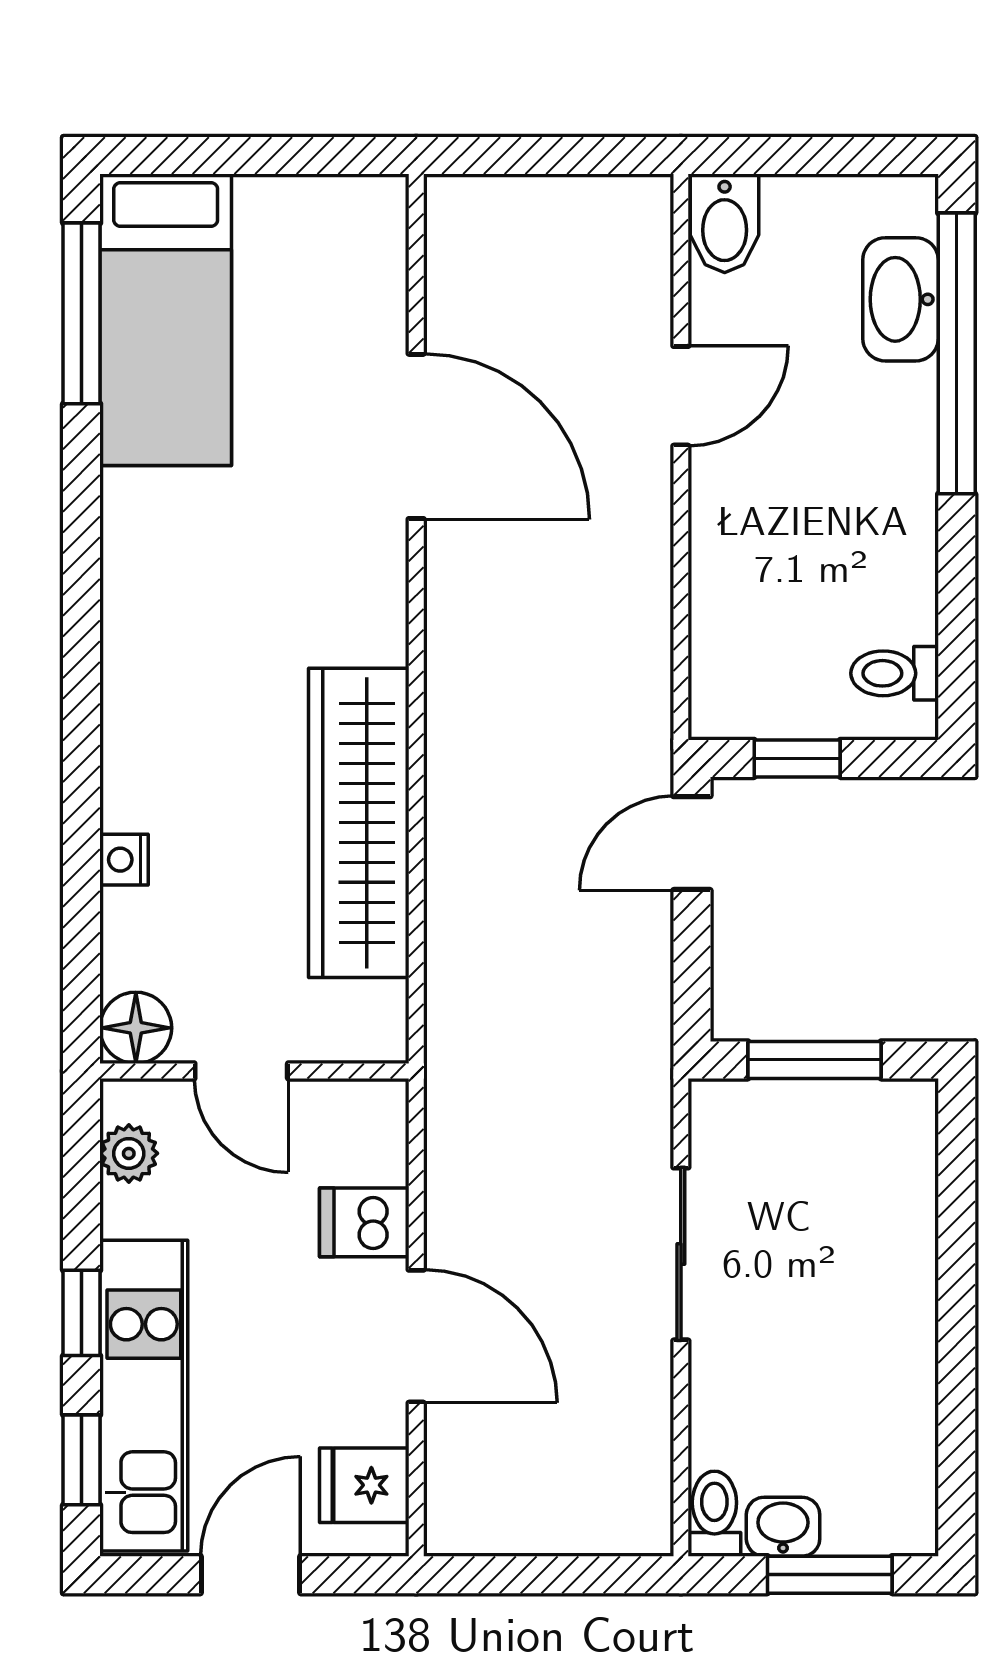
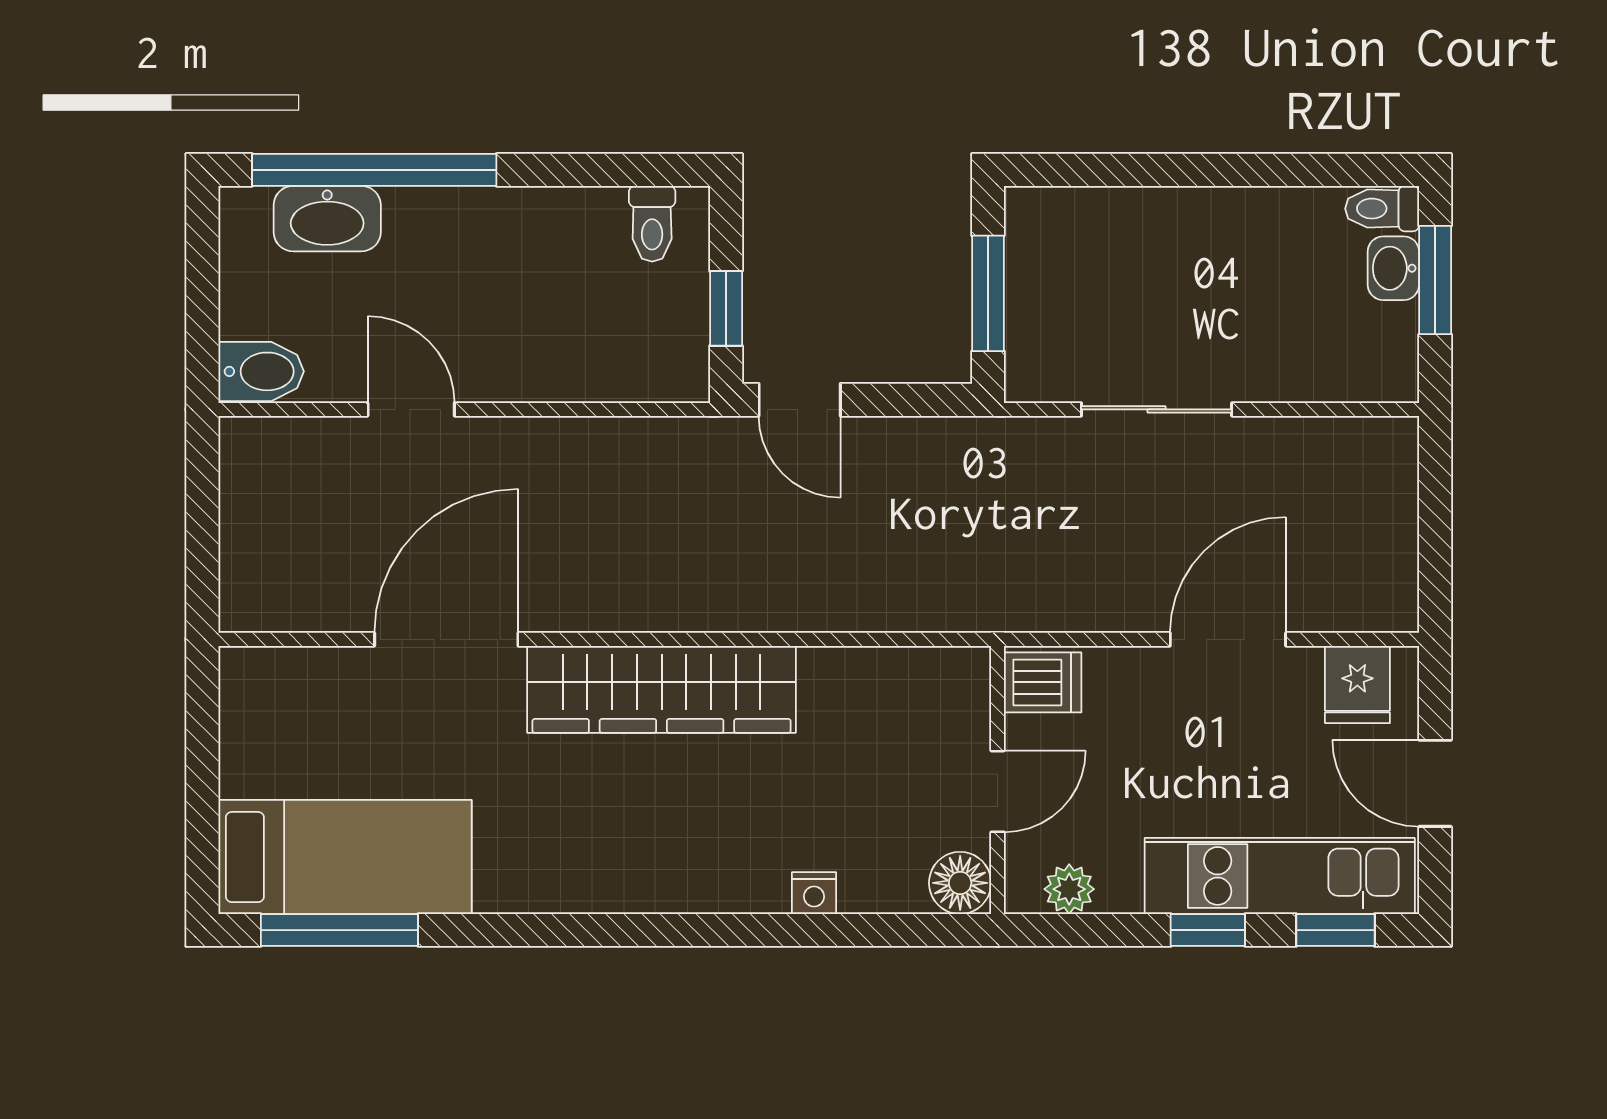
wardrobe: (359, 823) -> (662, 689), moved
dishwasher: (364, 1222) -> (1043, 682), moved, turned -90
toilet: (714, 1514) -> (1382, 209), moved
washbasin: (783, 1527) -> (1393, 268), moved

